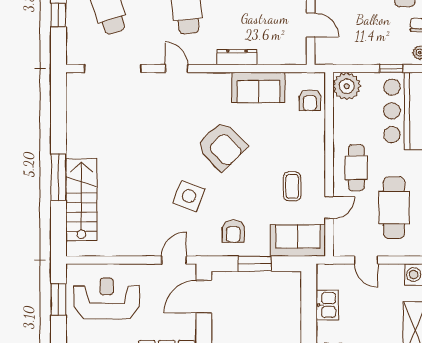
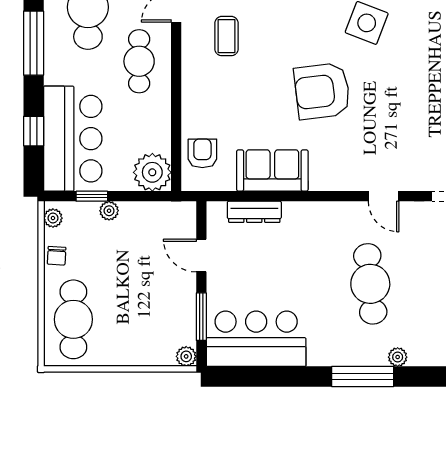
dresser: (237, 57) -> (254, 212), moved
plant: (378, 58) -> (109, 211), added
armchair: (222, 146) -> (322, 91), turned -53

